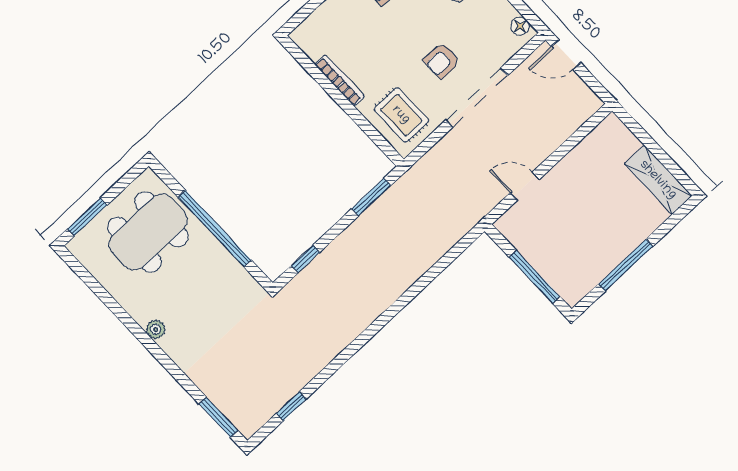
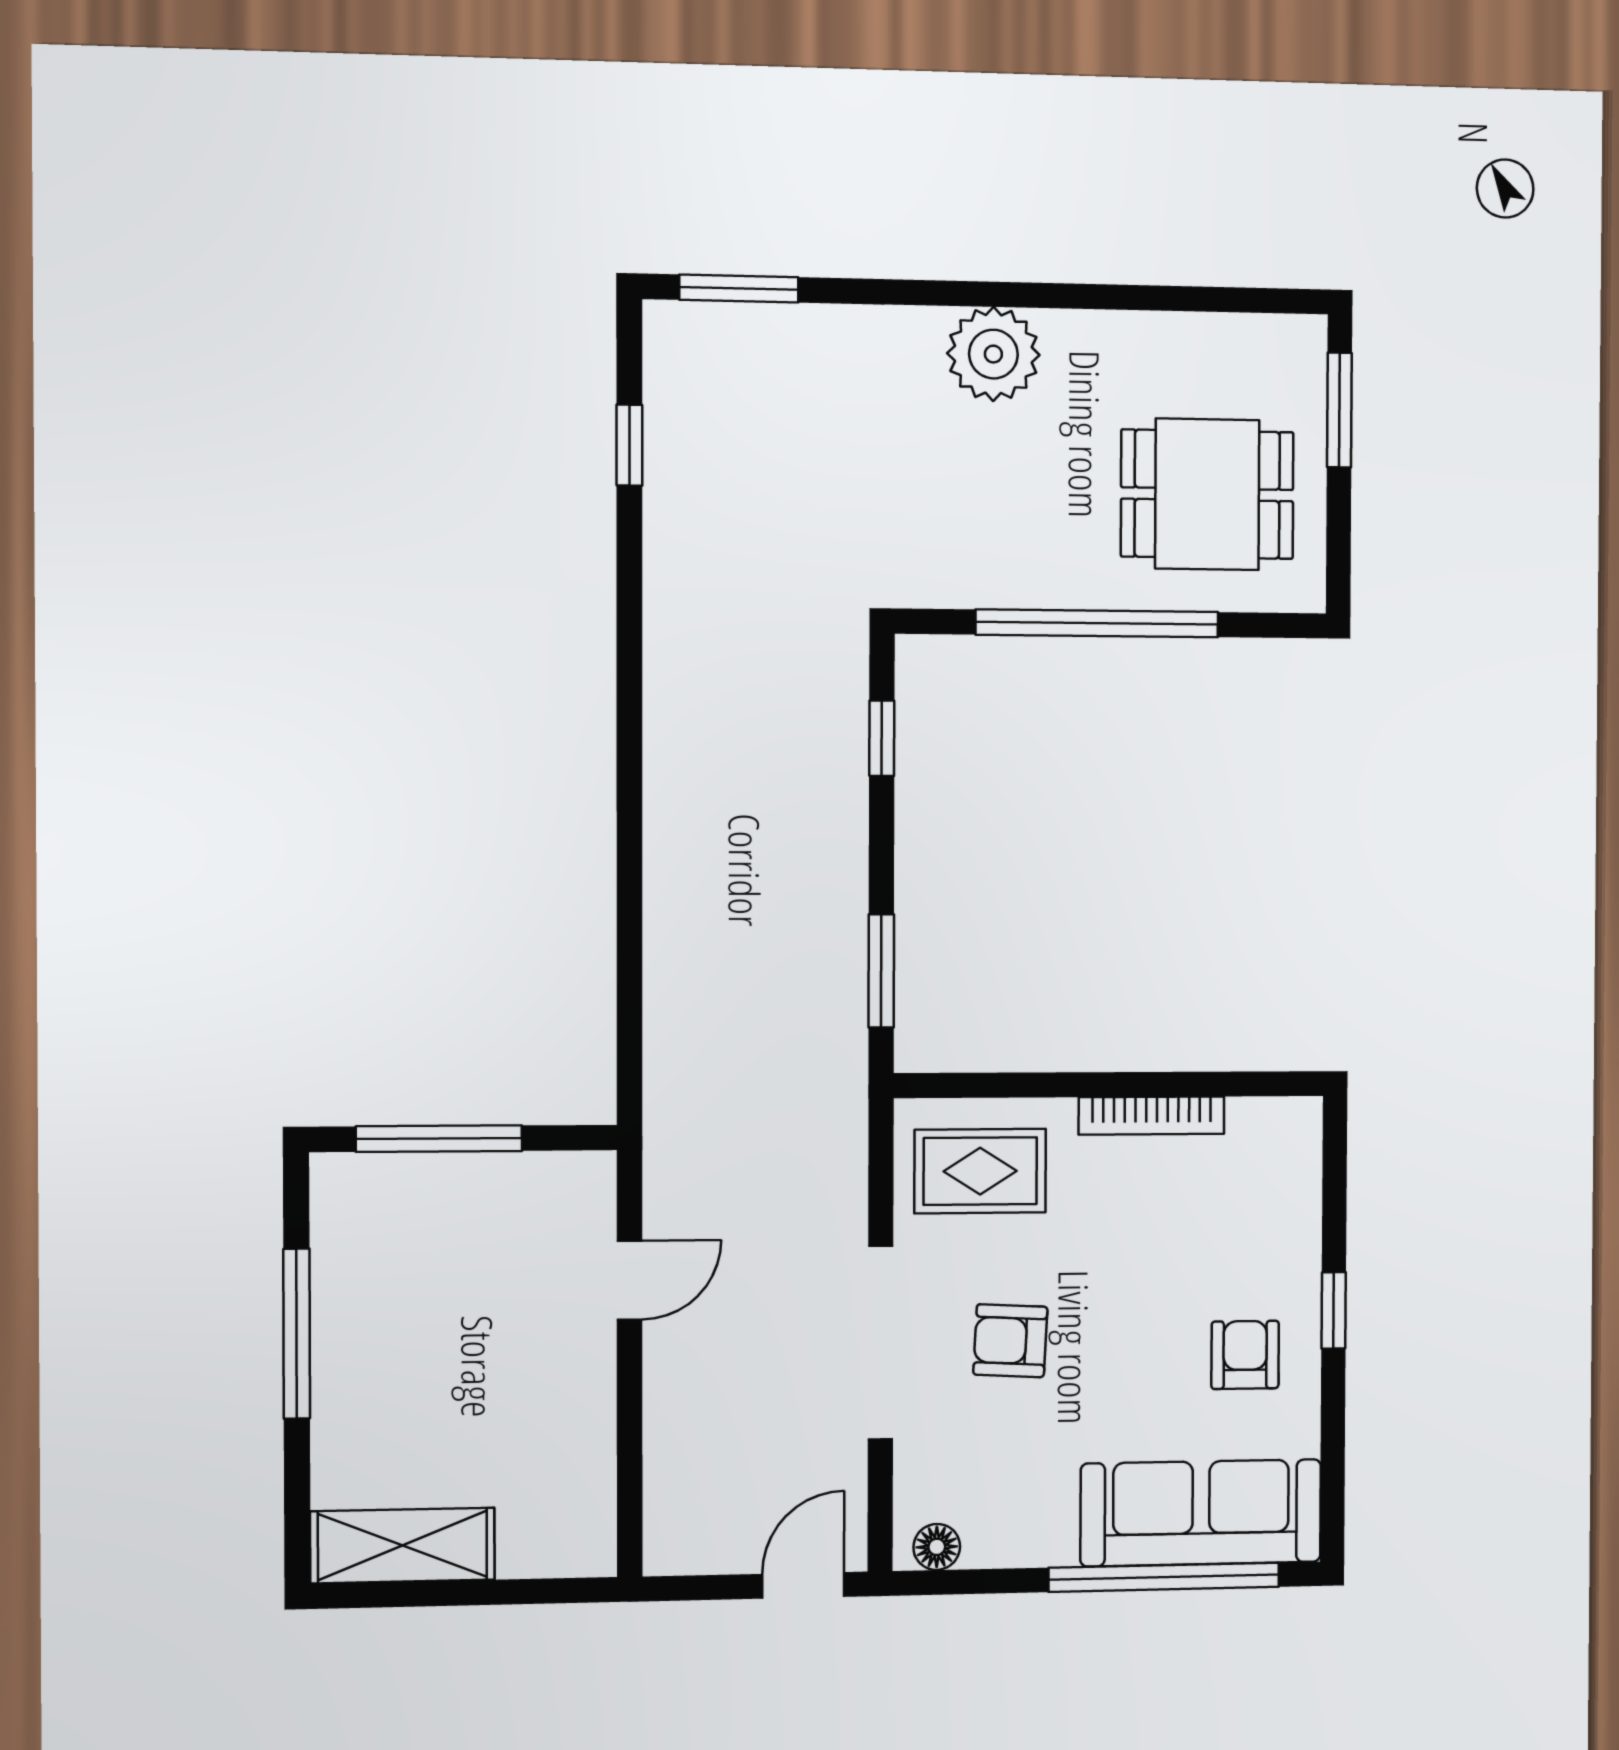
armchair: (442, 61) -> (1010, 1341), turned -87
dining table: (148, 232) -> (1207, 494), width x0.73
plant: (156, 329) -> (993, 354), width x1.88, depth x1.88

